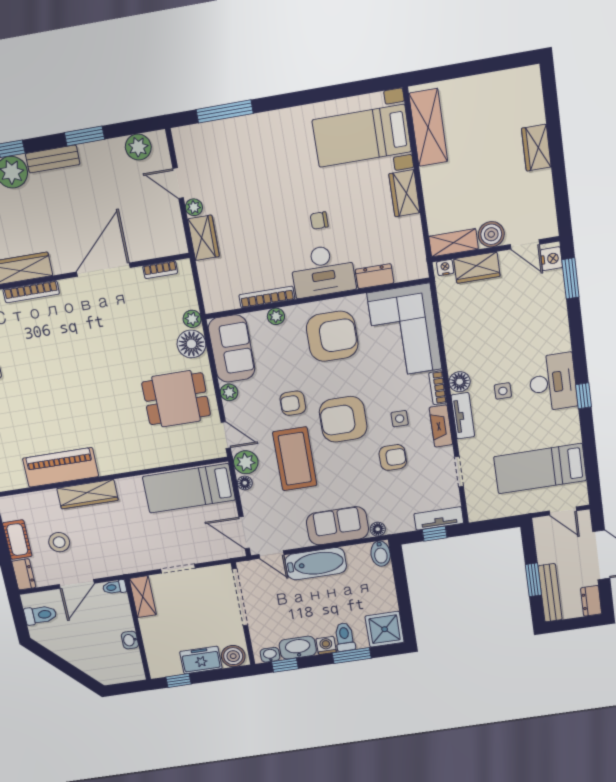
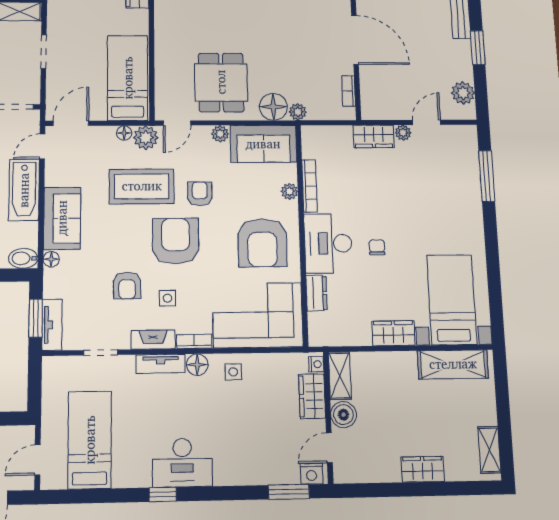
shelving: (510, 80) -> (489, 450), added
side table: (503, 391) -> (233, 372), moved
window: (435, 534) -> (36, 318), width x1.50

